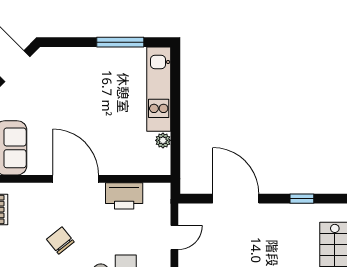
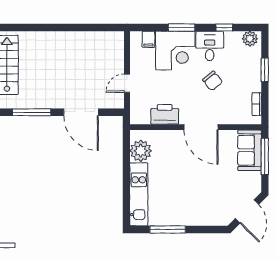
plant: (163, 140) -> (141, 151), width x1.88, depth x1.88
window: (302, 199) -> (32, 112), width x2.17

